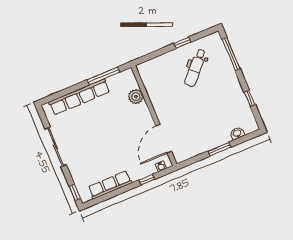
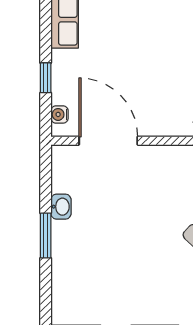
washbasin: (237, 133) -> (61, 207), moved

